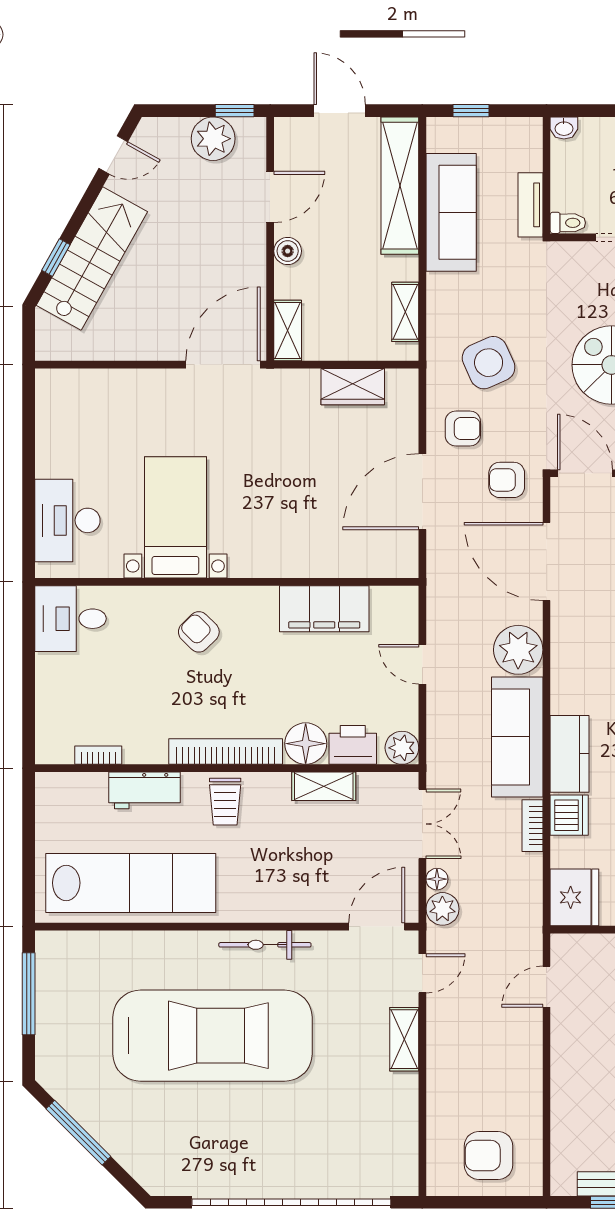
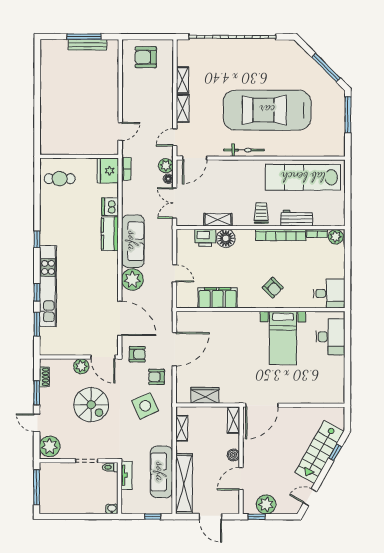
plant: (402, 748) -> (336, 237), moved
bookcase: (226, 752) -> (281, 235), moved
bookcase: (532, 826) -> (126, 169), moved
window: (29, 994) -> (348, 115), moved
shelving: (405, 1104) -> (182, 80), added
armchair: (489, 1156) -> (146, 57), turned 180

